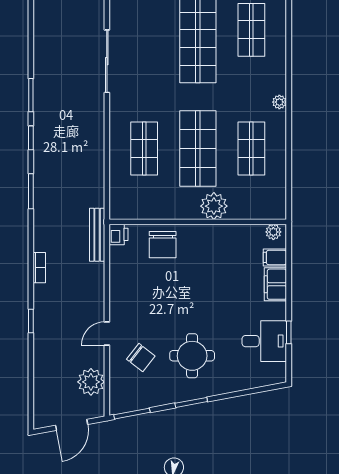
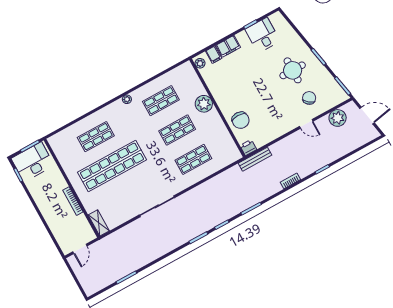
shop shelf: (198, 149) -> (177, 130), width x0.70, depth x0.74
chair: (163, 245) -> (241, 120), turned 90

